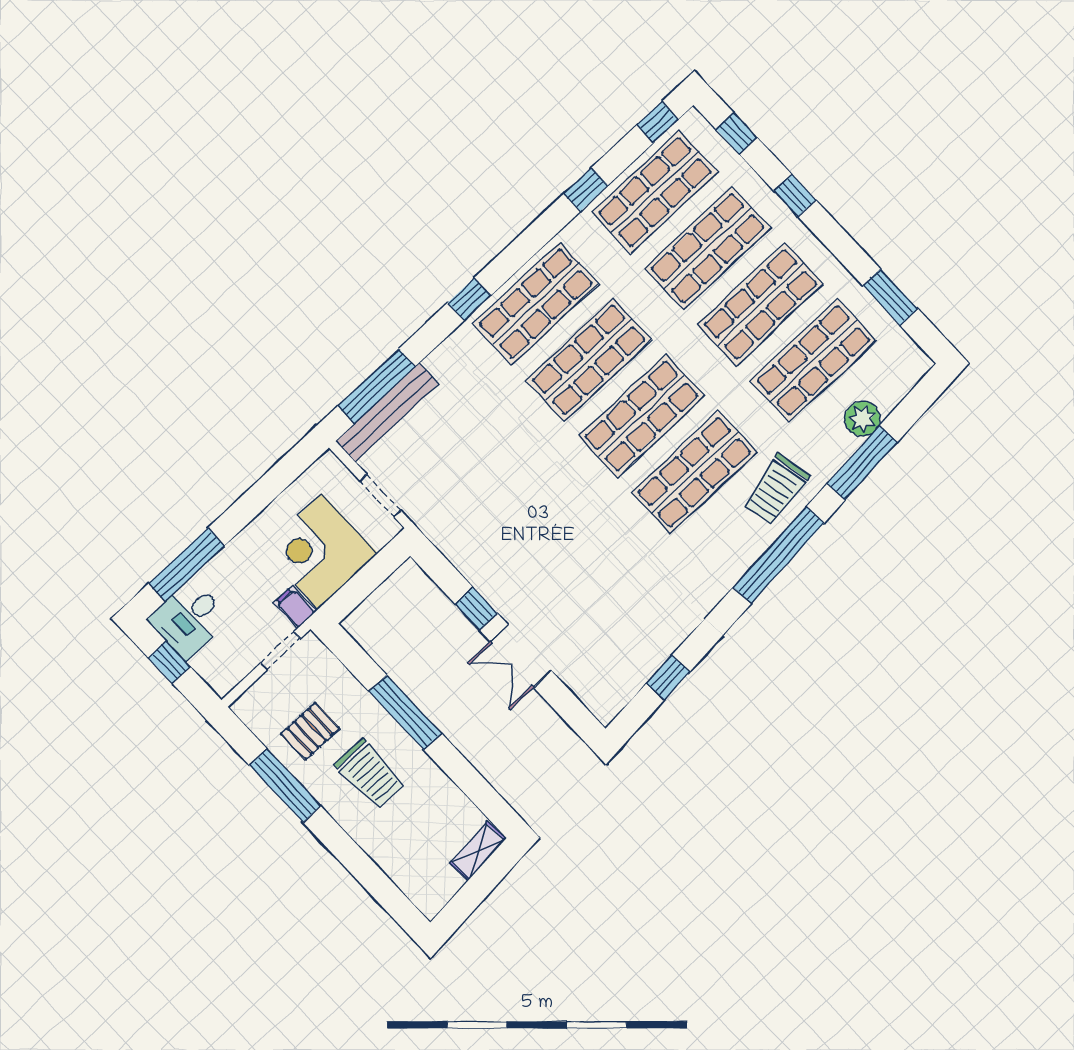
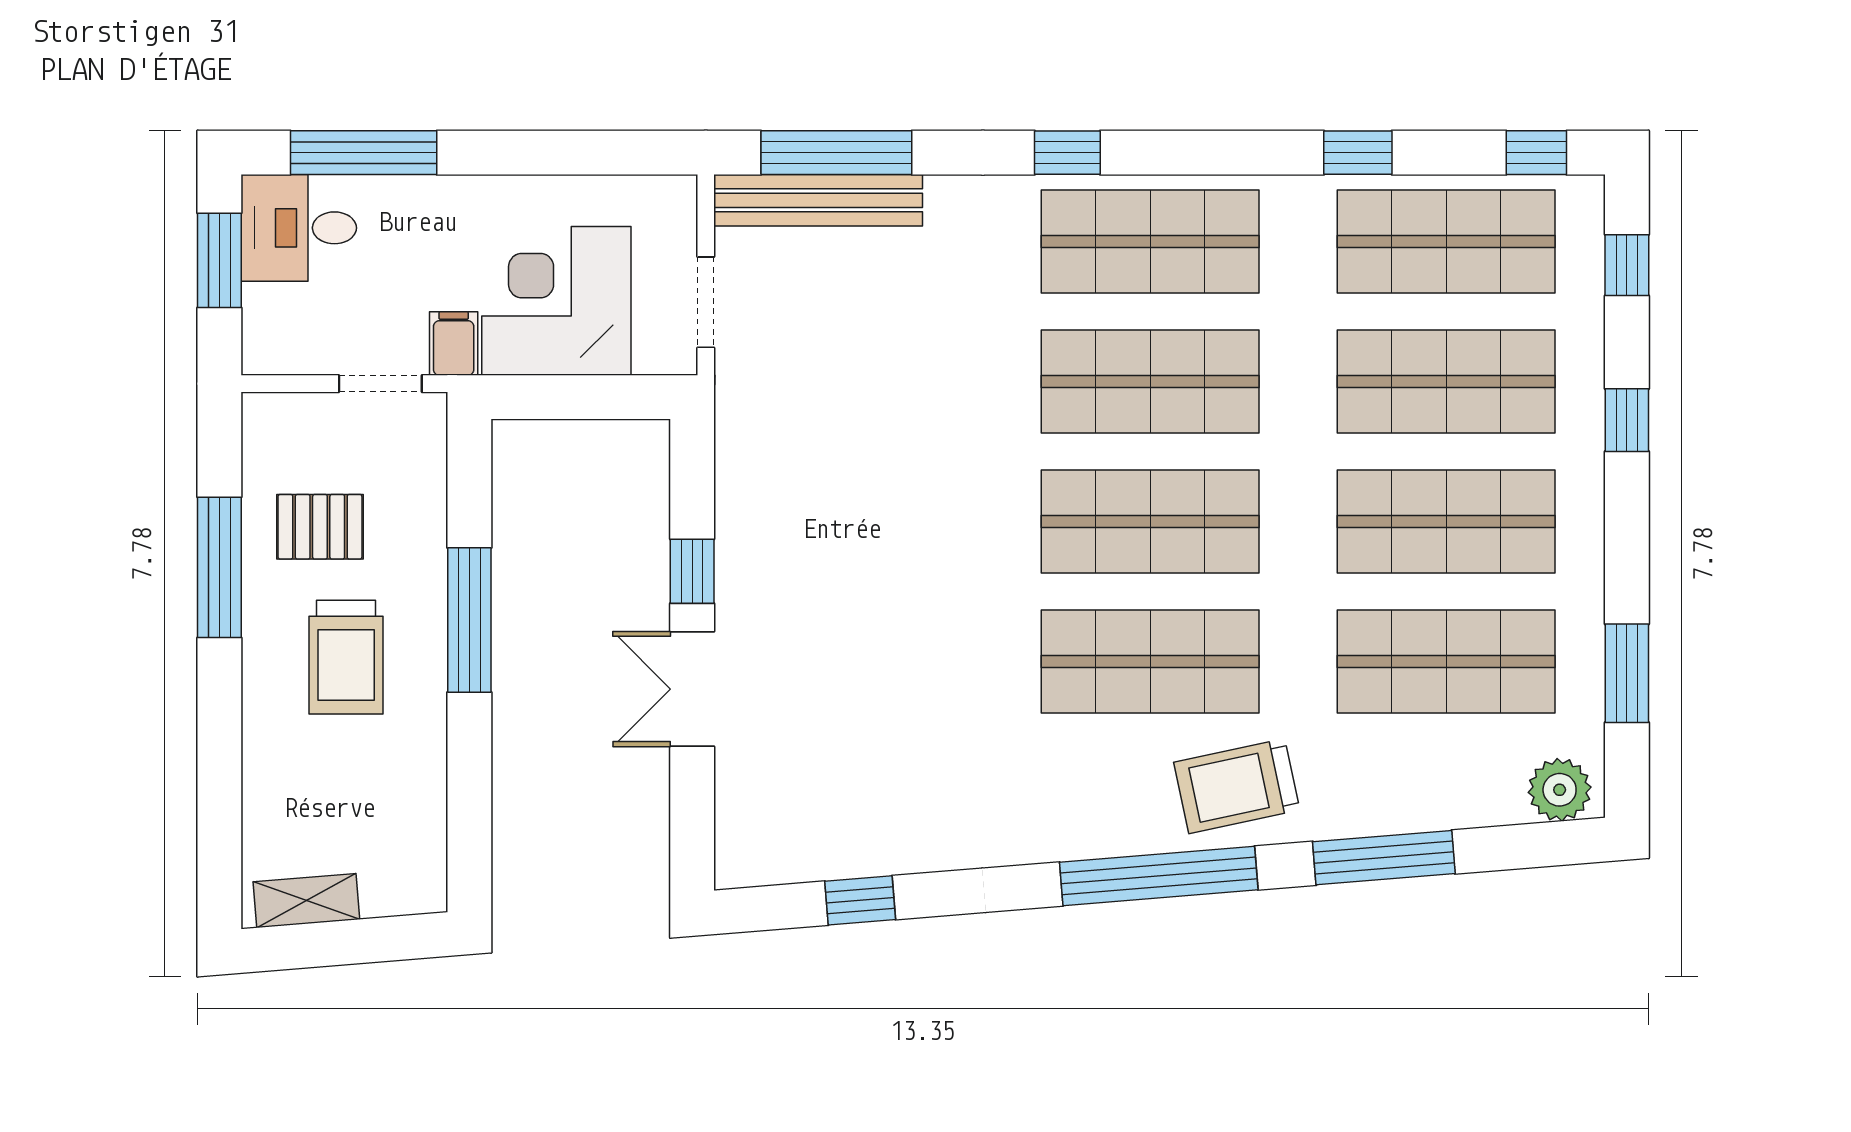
plant: (862, 419) -> (1560, 790), moved
window: (169, 662) -> (219, 260), width x1.50
shelving: (478, 851) -> (306, 901), moved

